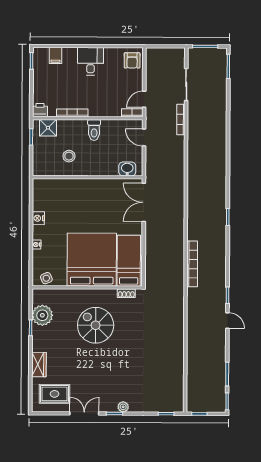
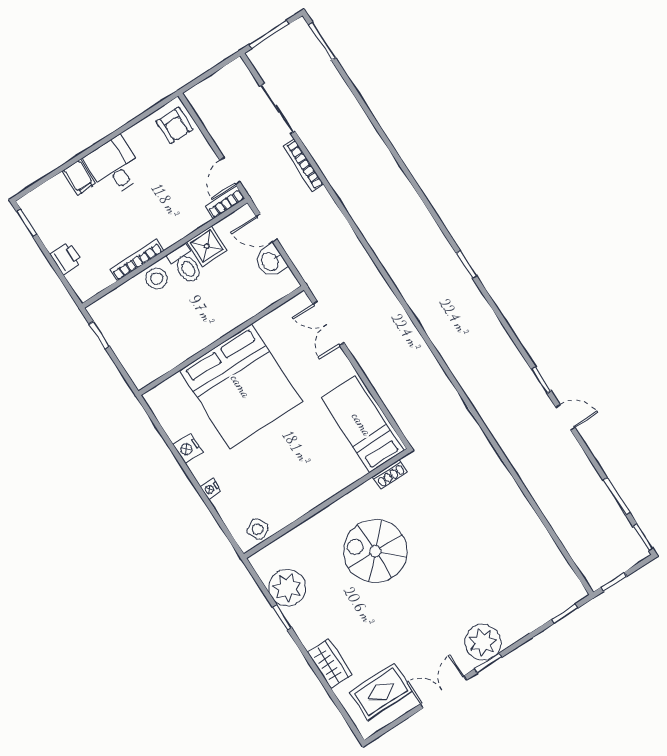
filing cabinet: (56, 55) -> (79, 177), moved
printer: (40, 110) -> (66, 258), moved, turned 90
shower: (48, 128) -> (207, 246), moved
stool: (69, 156) -> (157, 278), moved
washbasin: (127, 169) -> (270, 261), moved, turned -90
double door: (144, 202) -> (328, 323), width x0.73
bed: (92, 260) -> (241, 386), moved, turned 180
bookcase: (192, 264) -> (459, 368), removed
plant: (123, 407) -> (483, 642), width x1.88, depth x1.88

